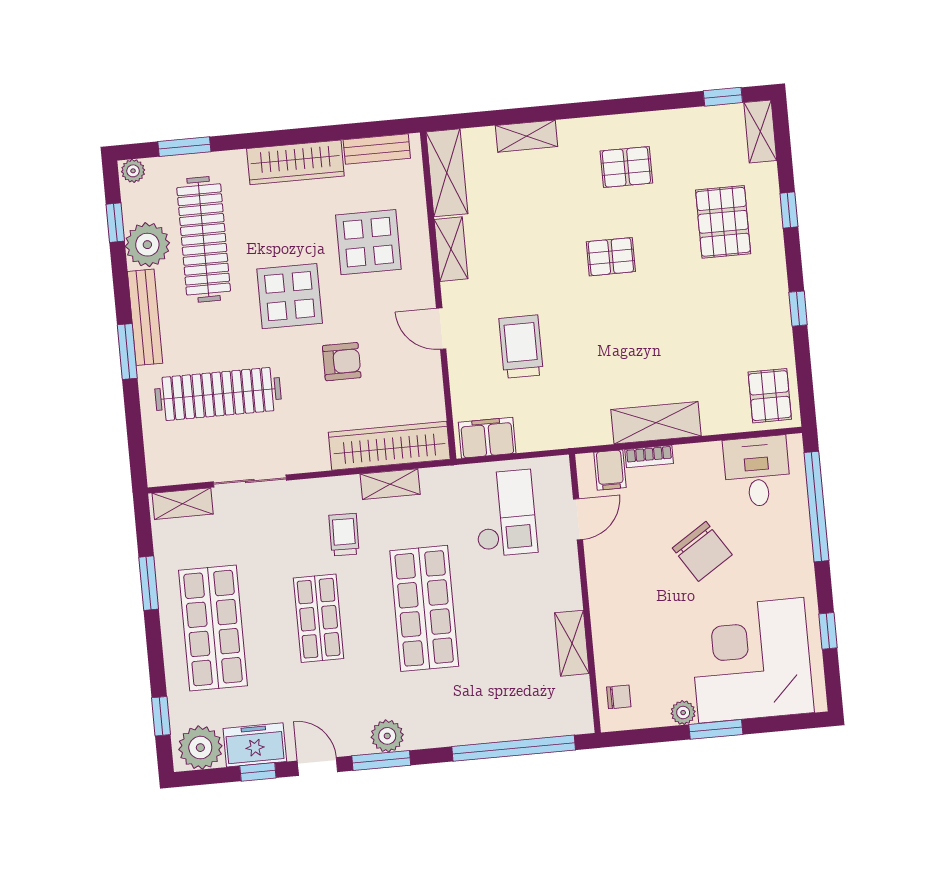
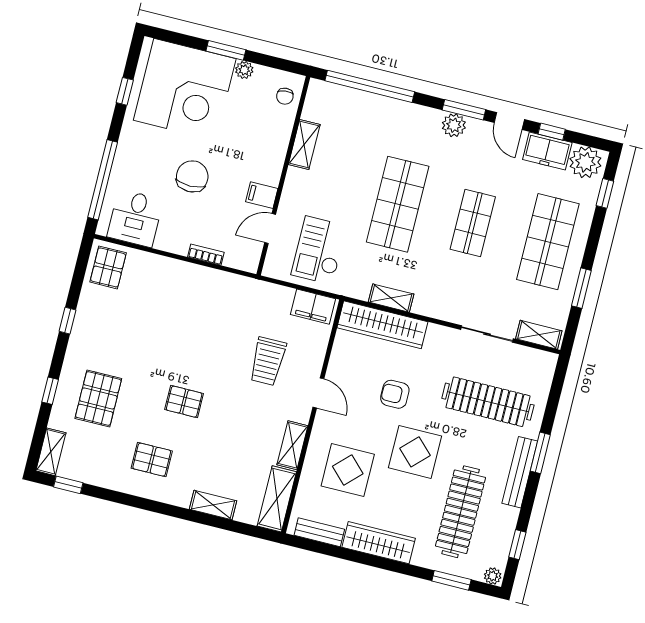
plant: (147, 245) -> (501, 522), removed
shelving: (656, 423) -> (193, 276), removed
filing cabinet: (610, 470) -> (262, 195), moved, turned -90
trolley: (344, 535) -> (435, 274), removed
chair: (702, 551) -> (192, 176), turned 33
chair: (619, 697) -> (285, 96), turned -95

